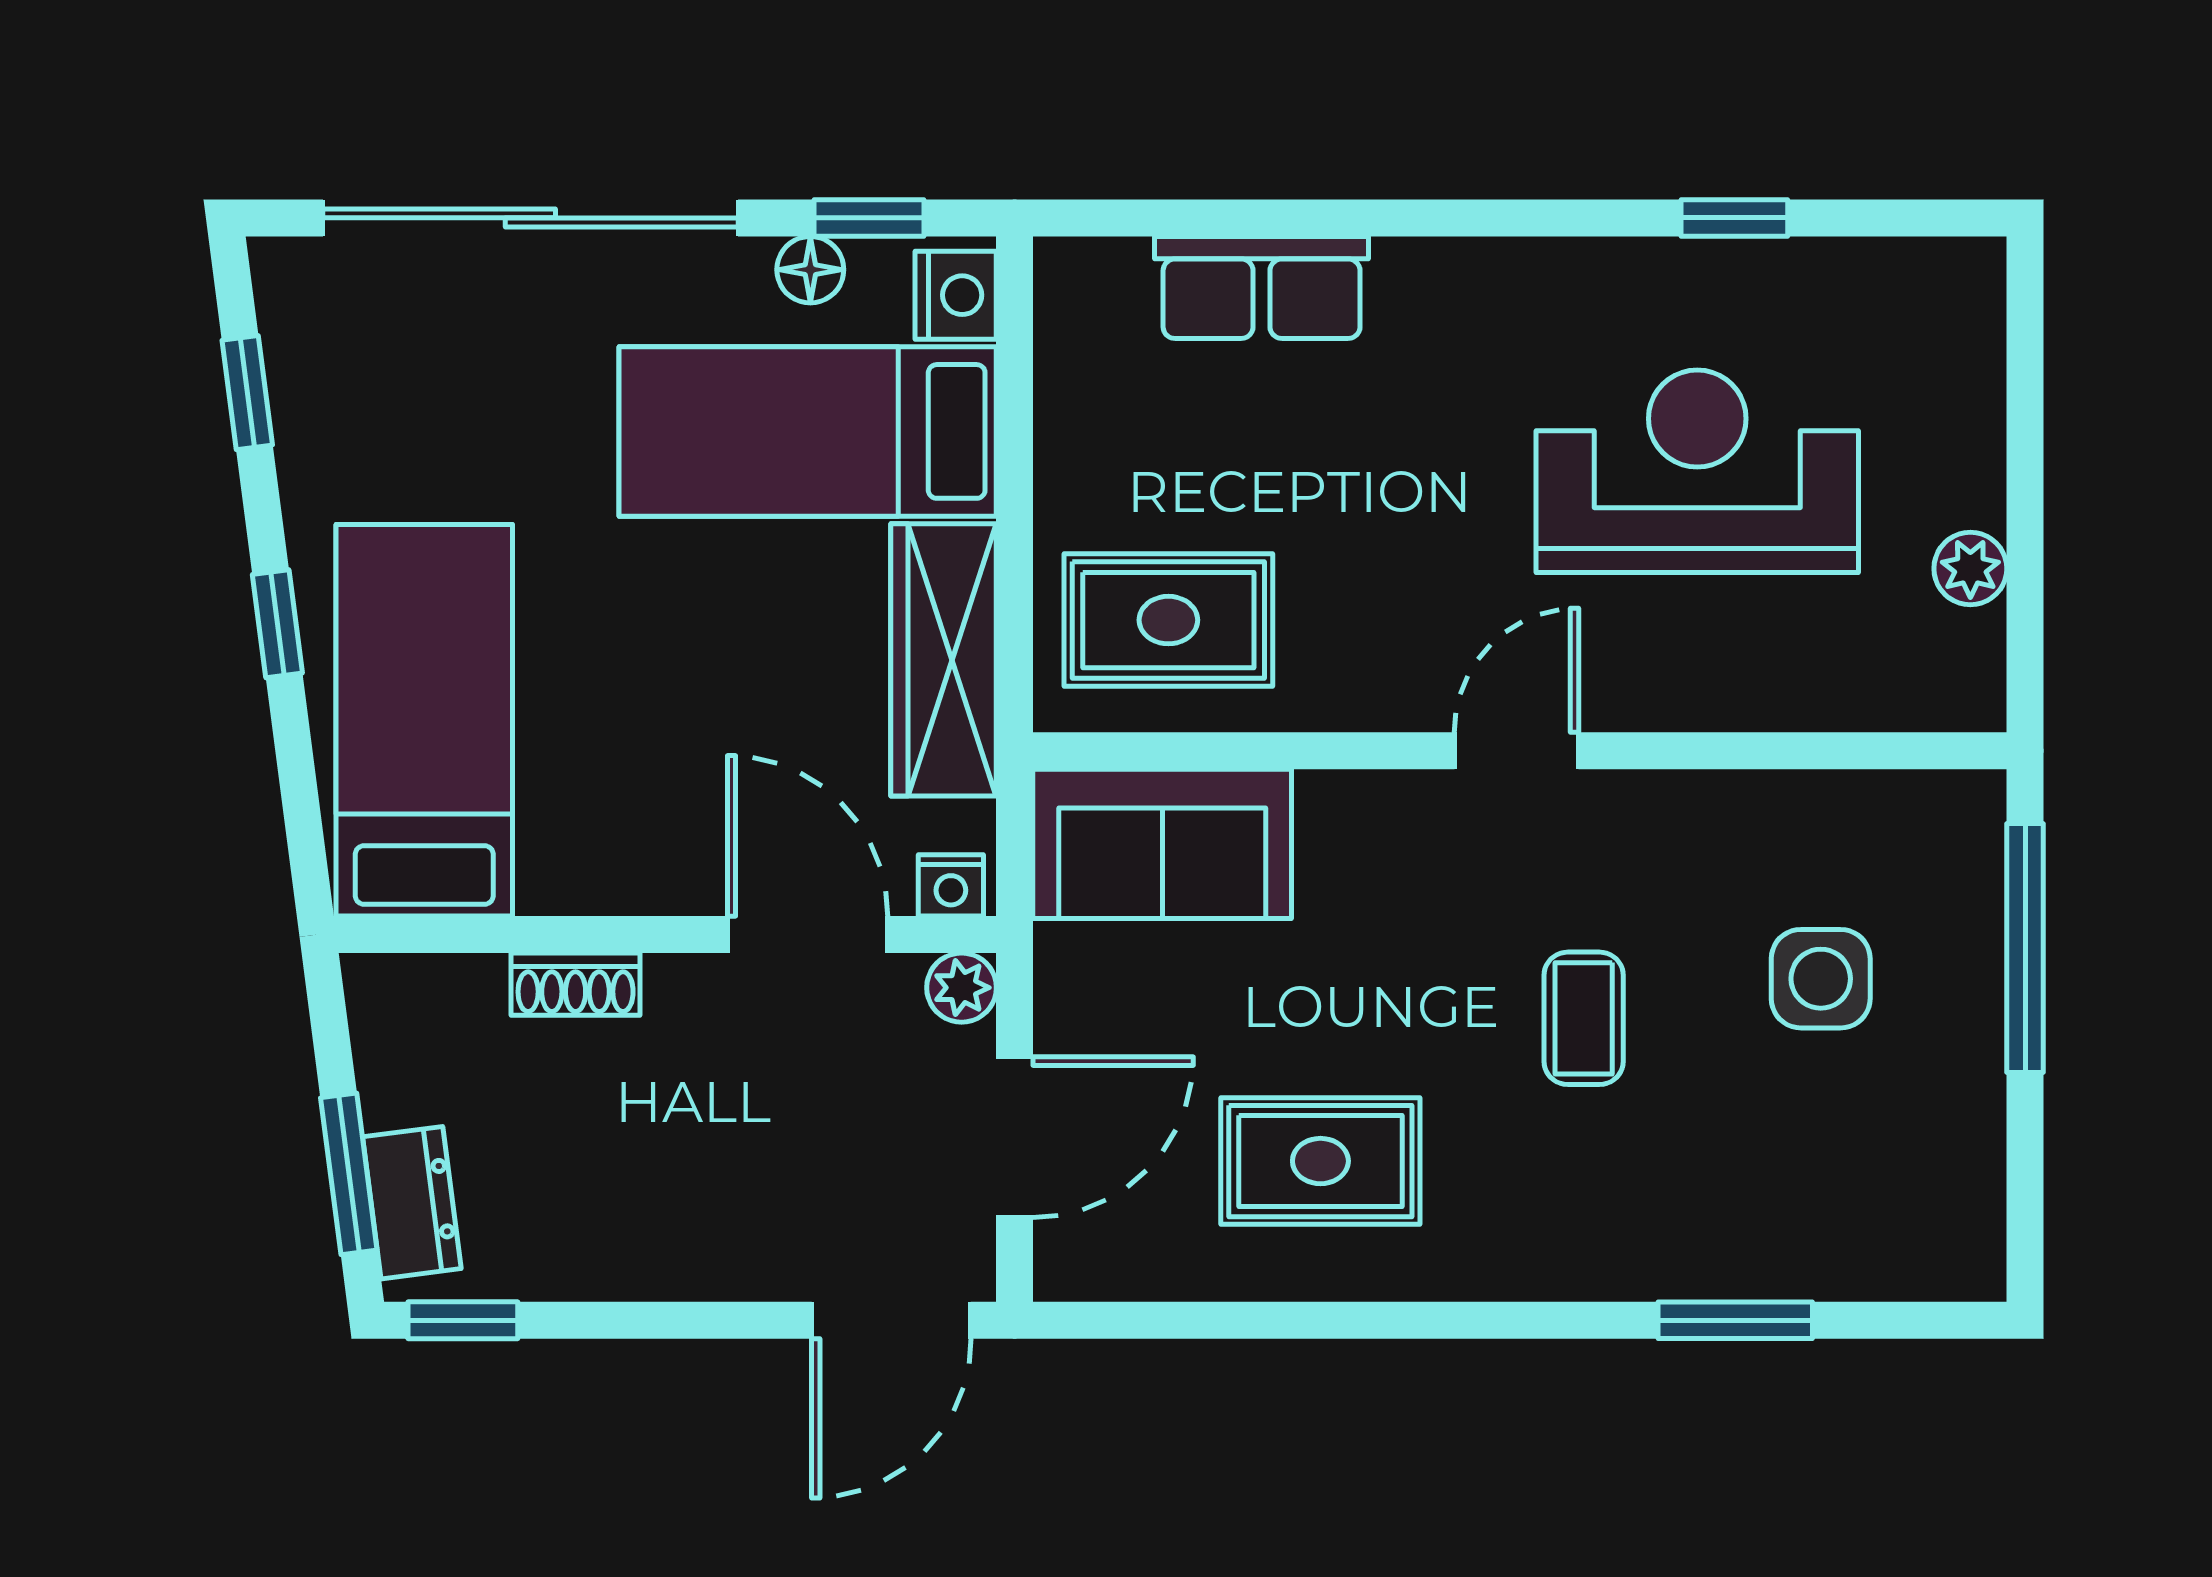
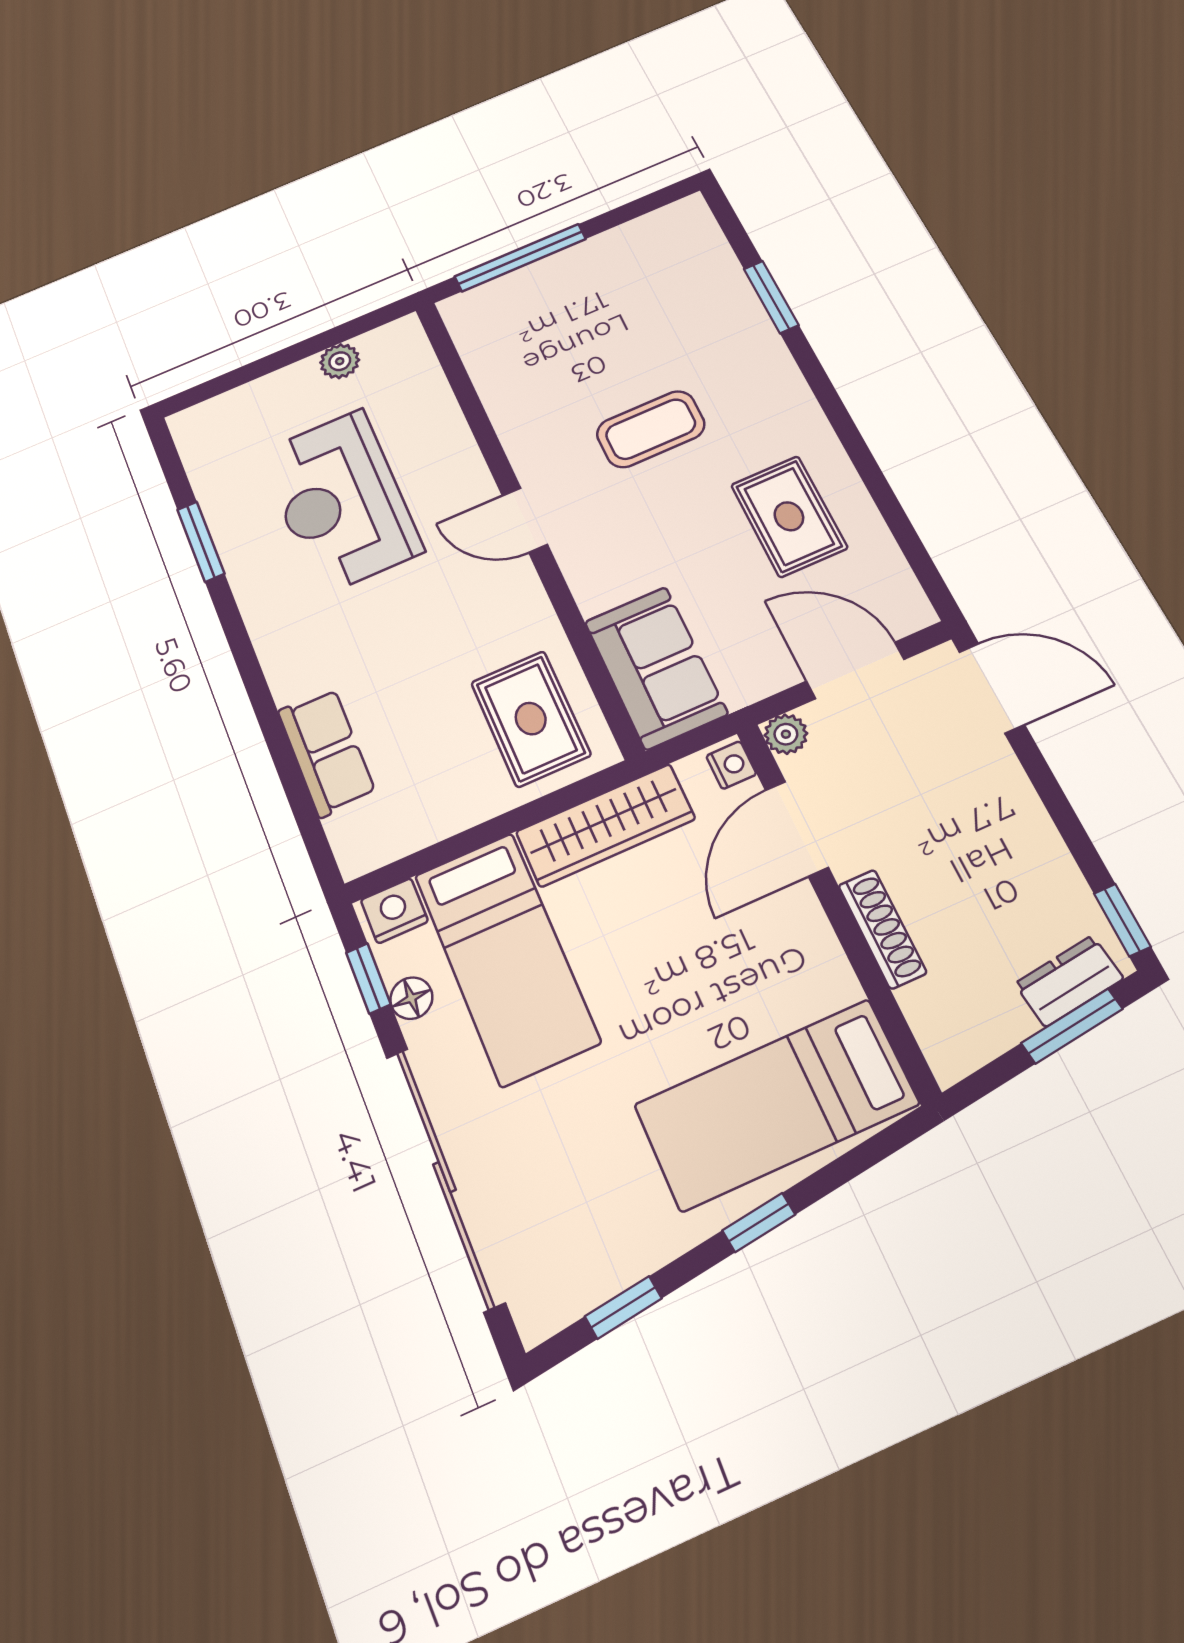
window: (1734, 218) -> (201, 542), width x1.50
side table: (1821, 979) -> (578, 335), removed
shoe rack: (576, 984) -> (882, 929), width x1.43
coffee table: (1584, 1018) -> (651, 429), width x1.36, depth x1.30

